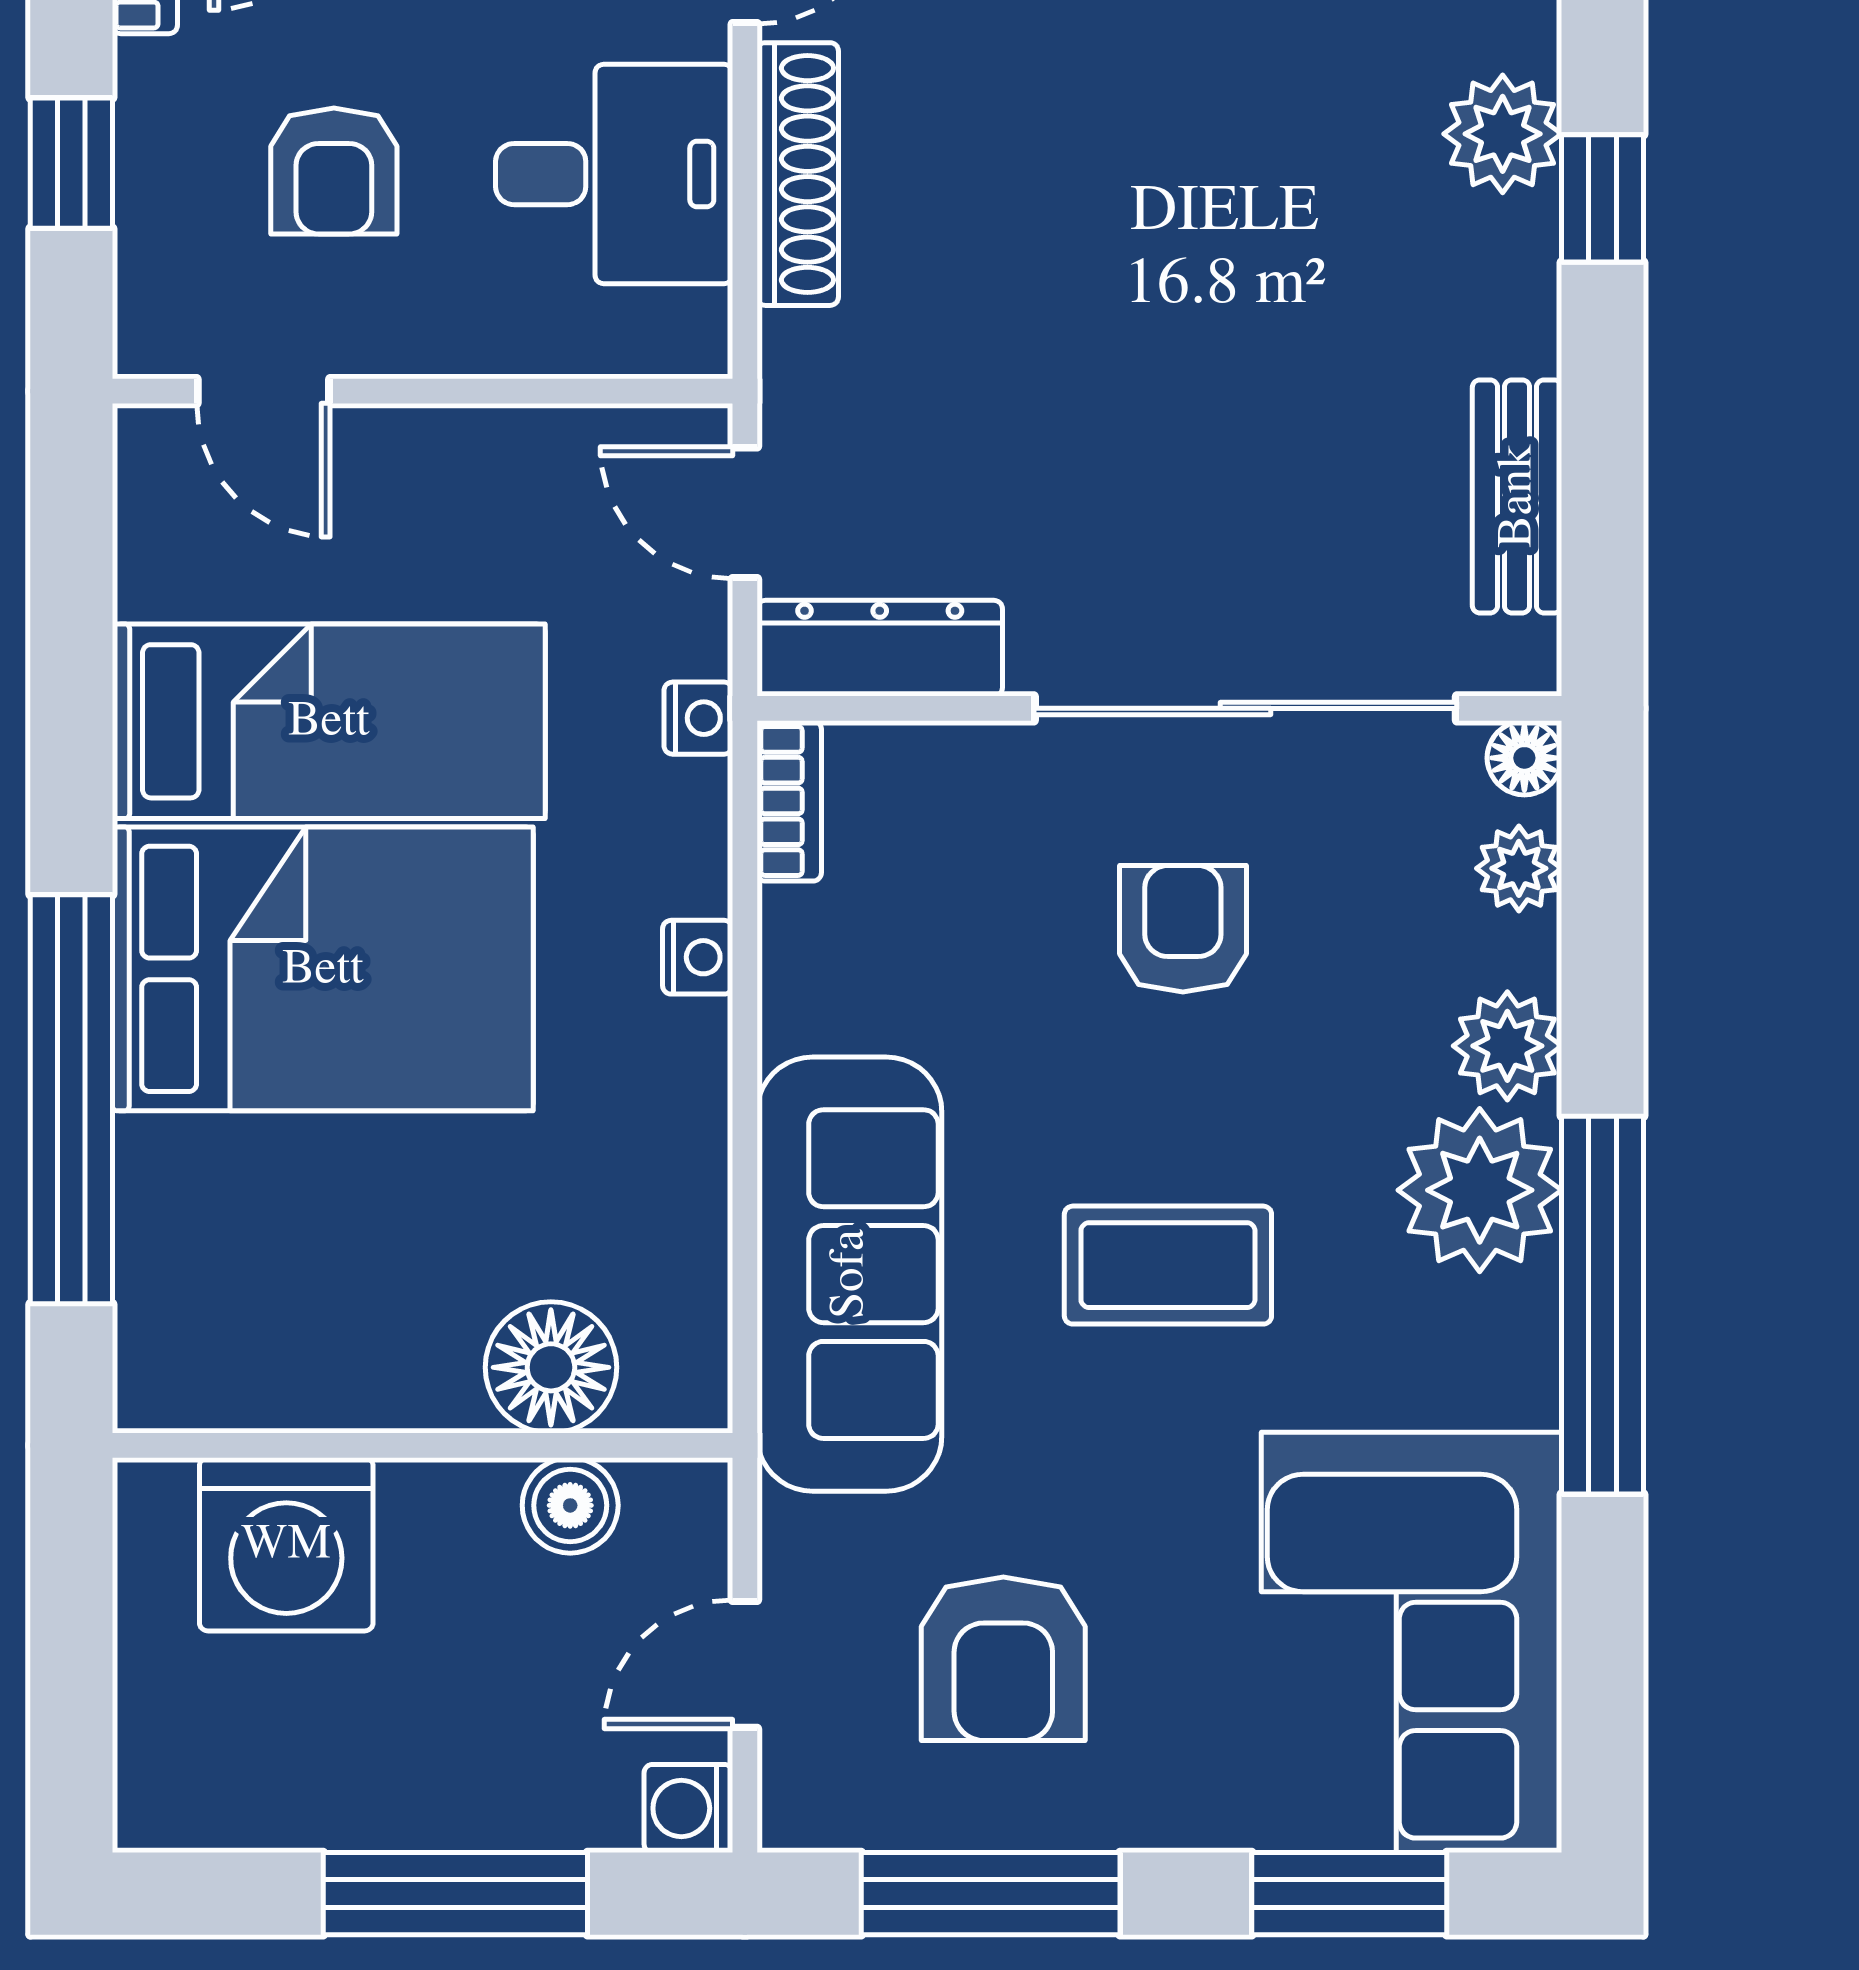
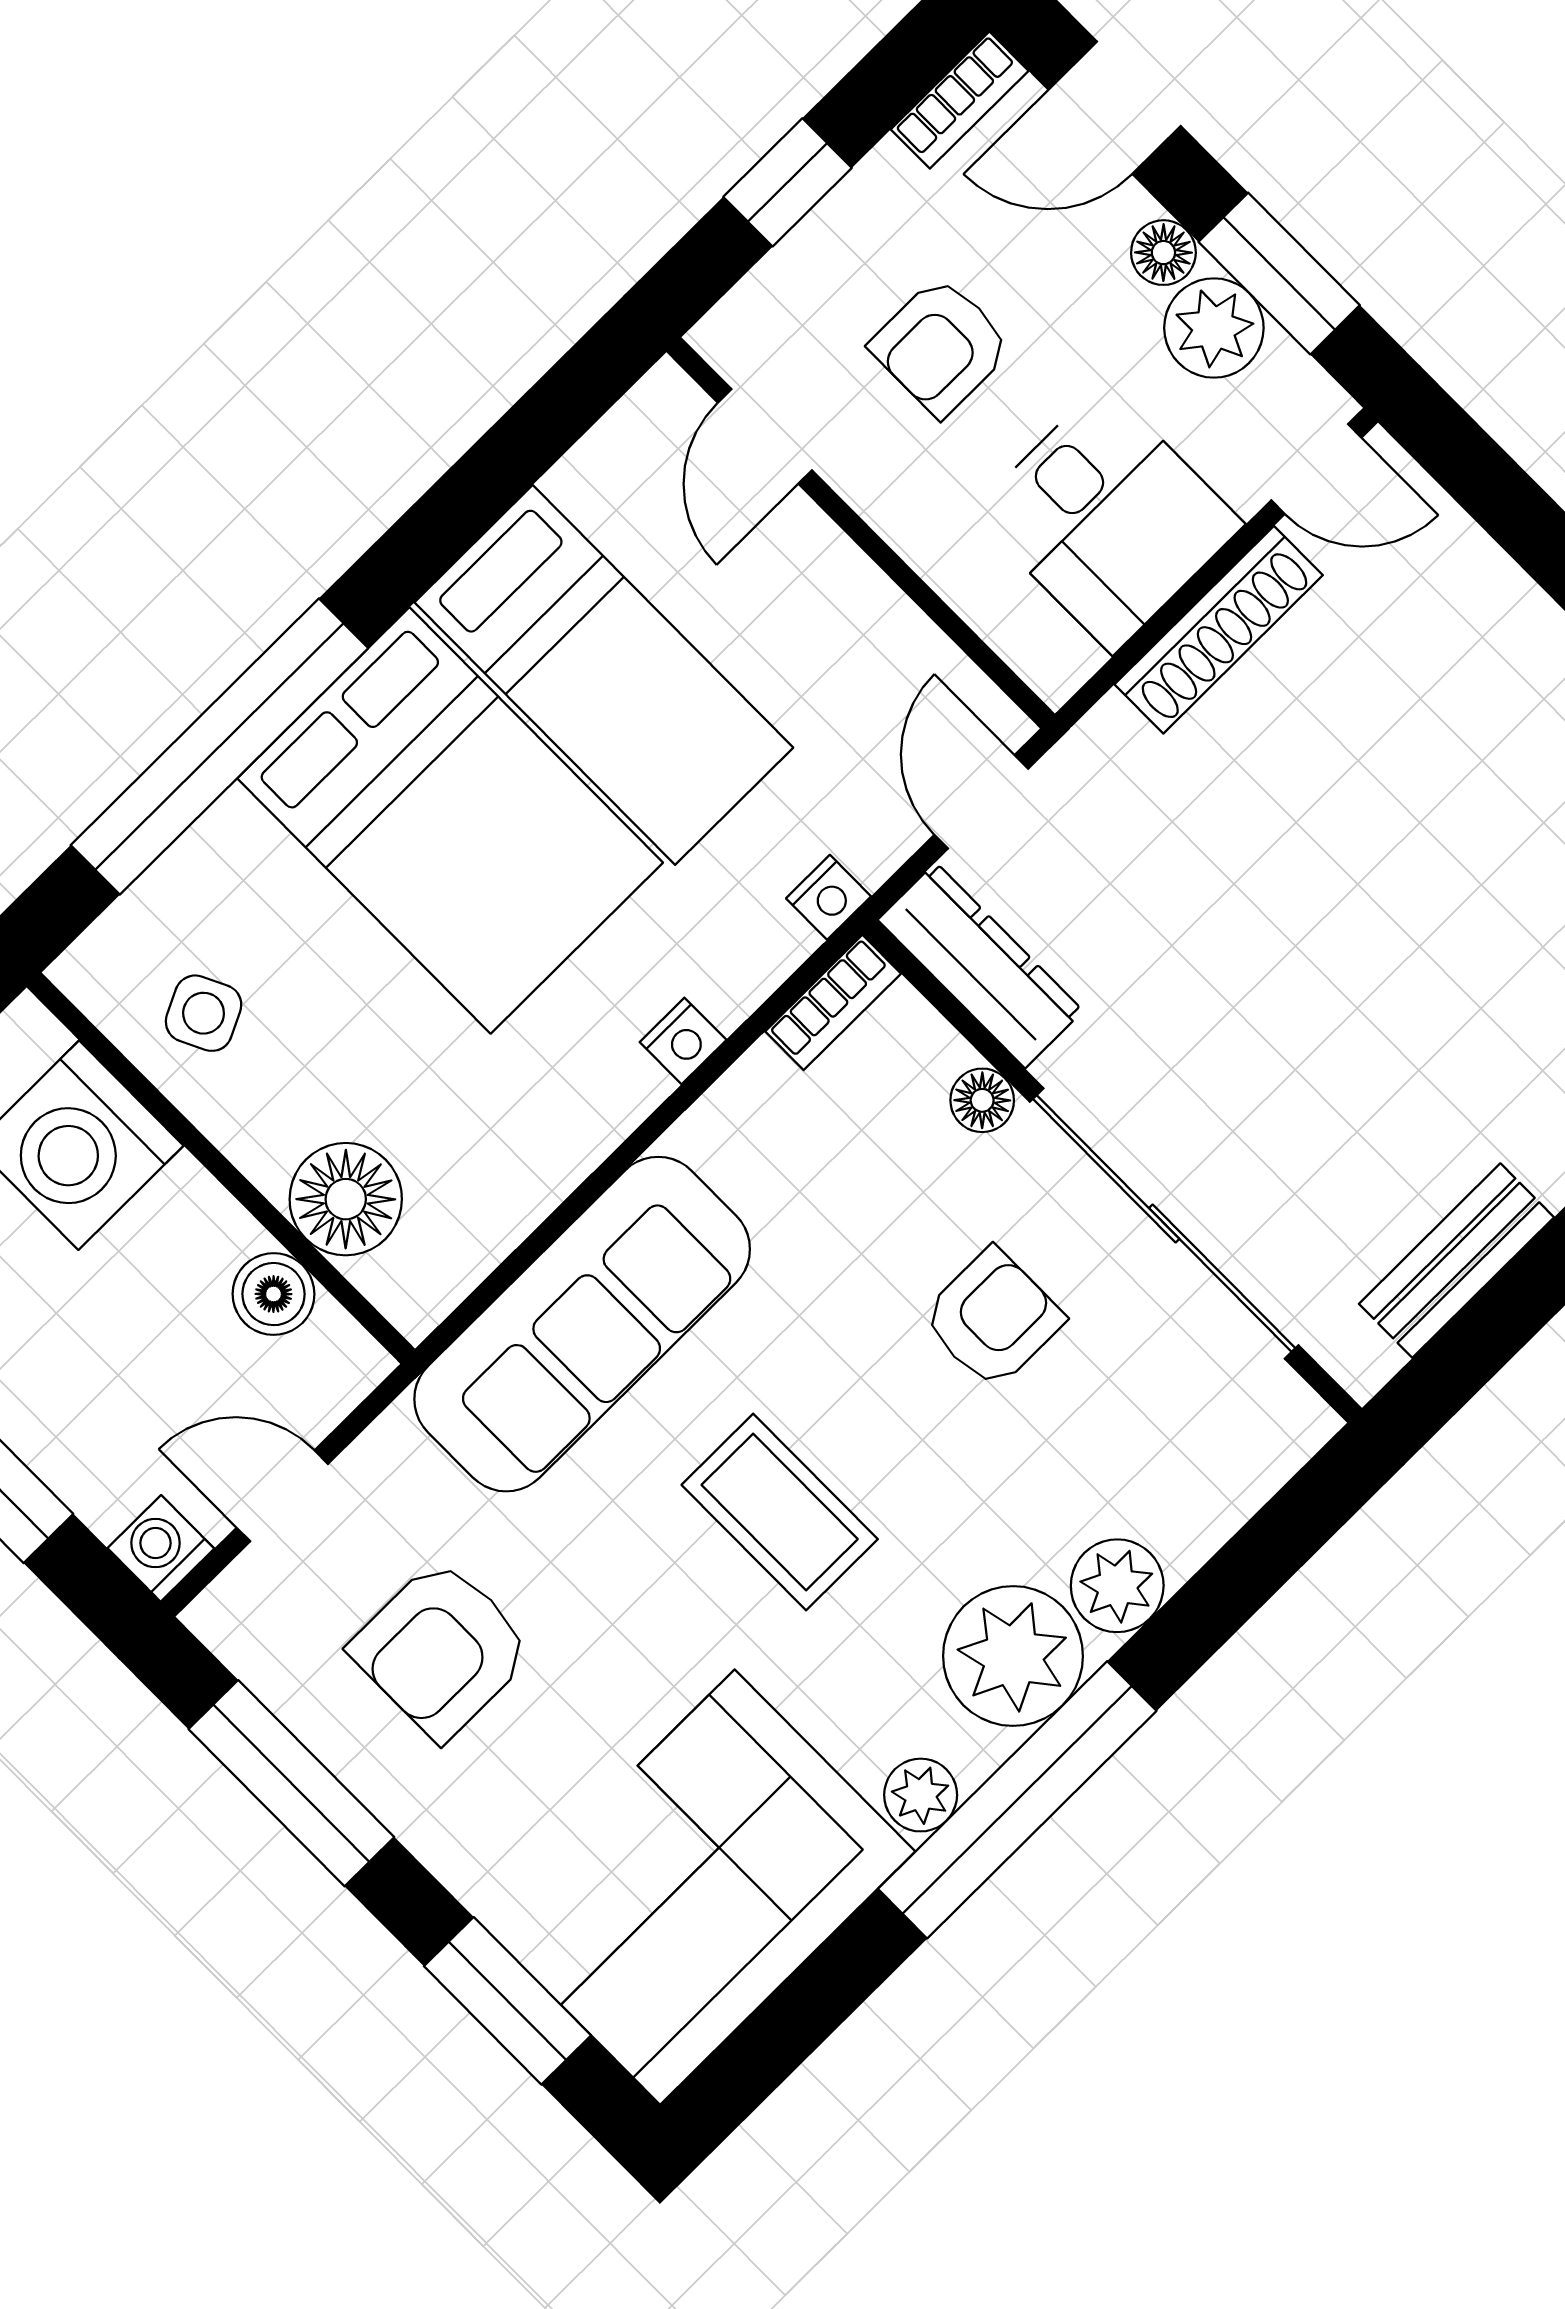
floor lamp: (1524, 758) -> (982, 1100), moved
plant: (1519, 868) -> (921, 1795), moved
side table: (280, 1332) -> (204, 1013), added

